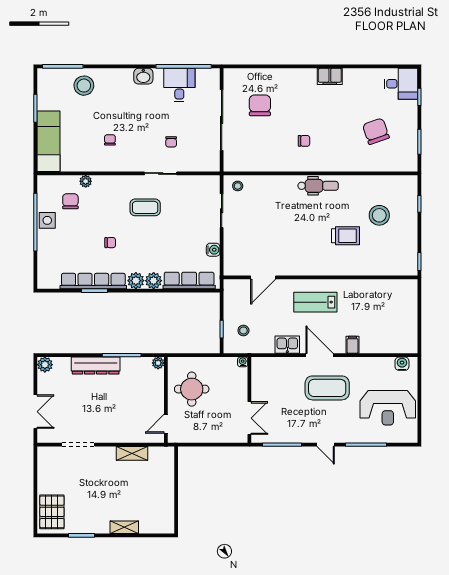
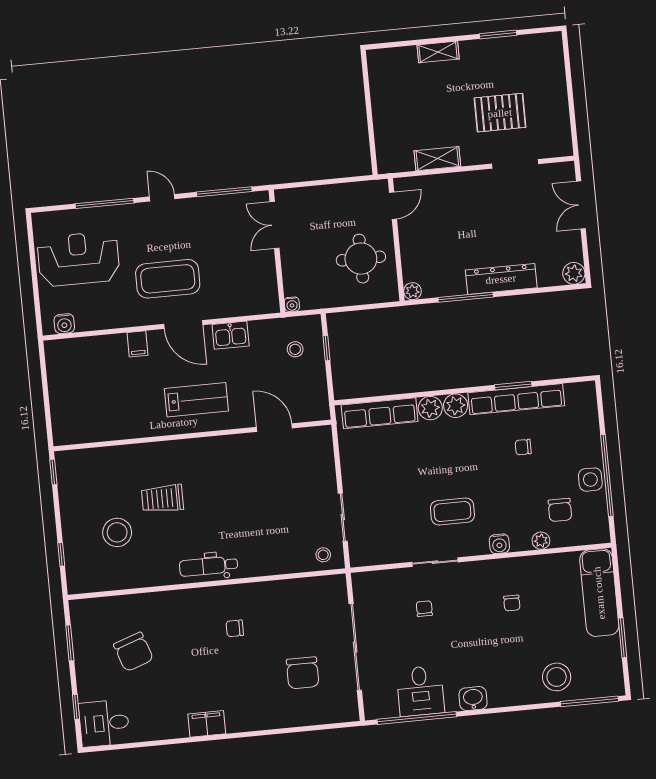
chair: (110, 243) -> (523, 447), moved
water cooler: (213, 250) -> (499, 544), moved, turned -90
door: (263, 277) -> (274, 428), hinge flipped
pallet: (52, 512) -> (500, 113), moved, turned 90

